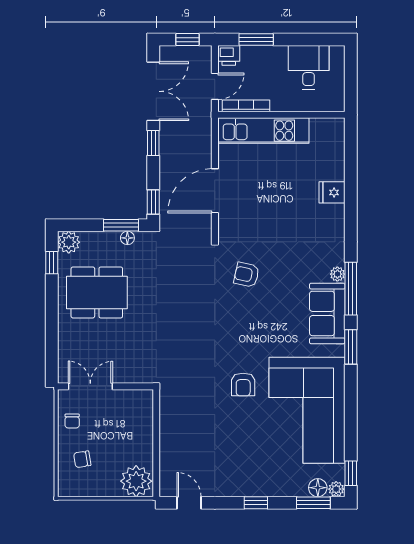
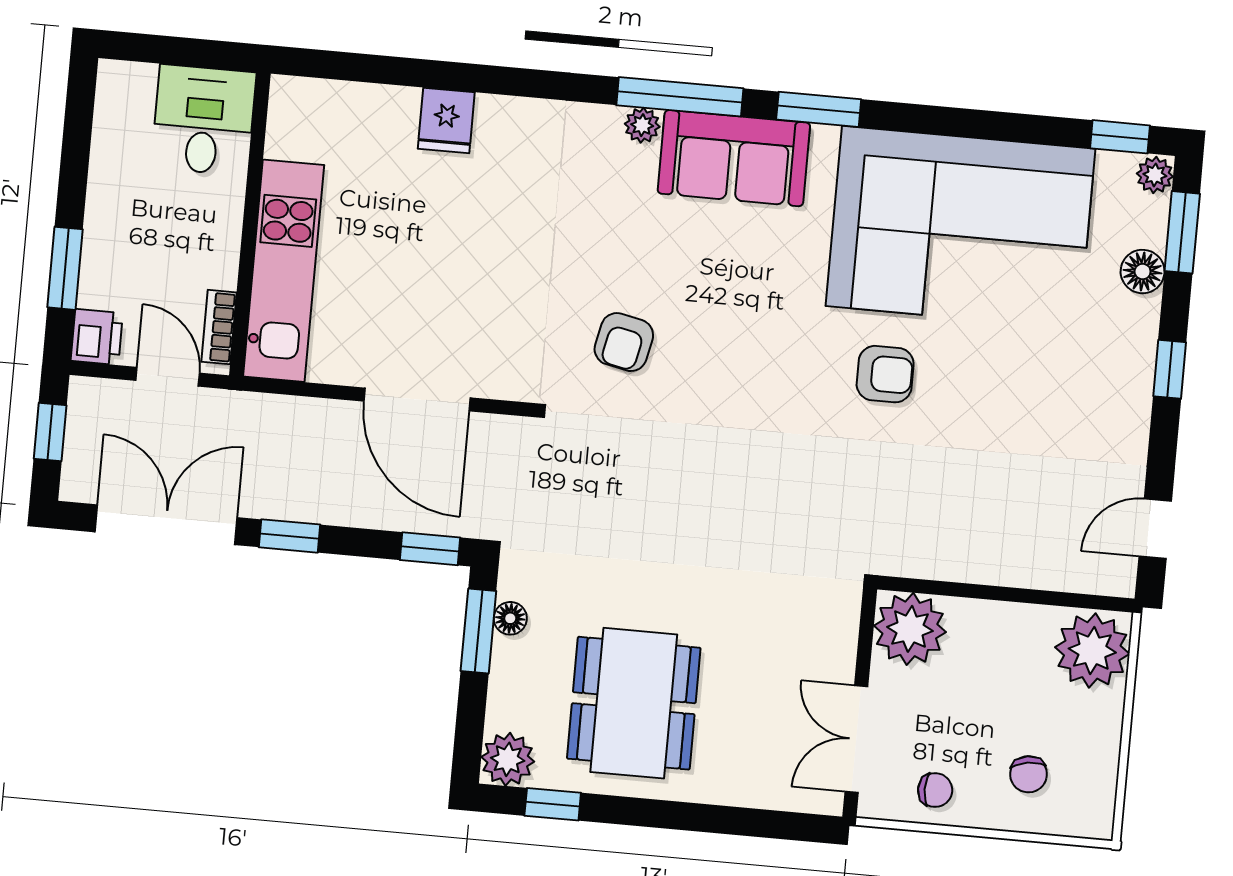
desk: (309, 67) -> (204, 120), moved, turned 90
bookcase: (246, 106) -> (219, 327), width x0.64
plant: (138, 404) -> (910, 629), added
floor lamp: (318, 488) -> (1143, 272), moved

